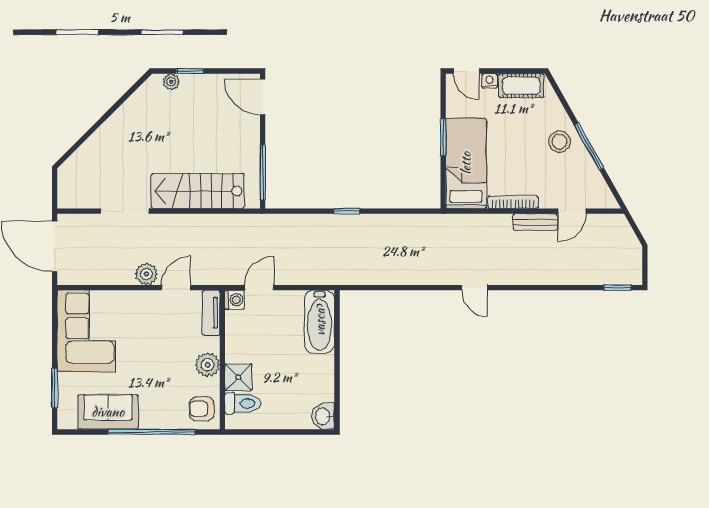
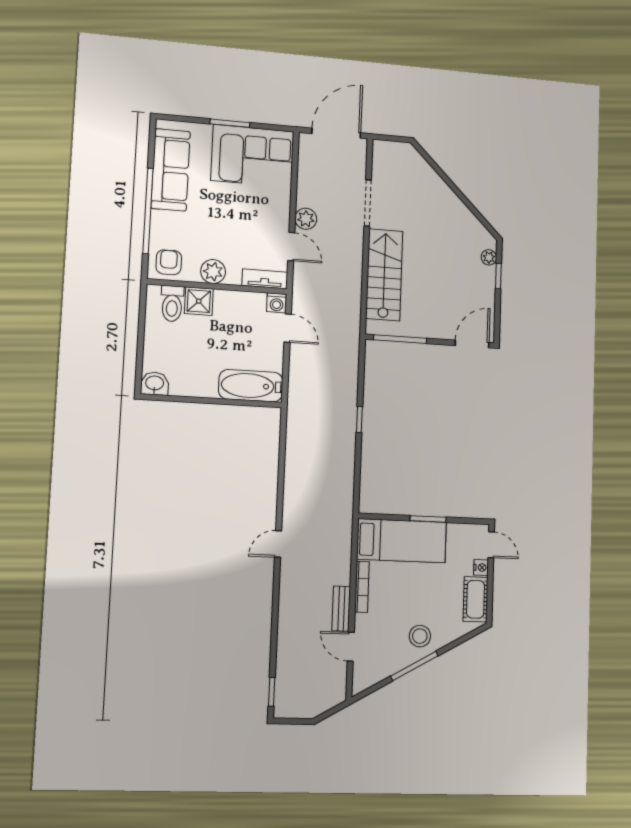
door: (466, 71) -> (491, 545), swing flipped
window: (55, 388) -> (230, 123), moved
sofa: (108, 412) -> (171, 170), width x1.36

